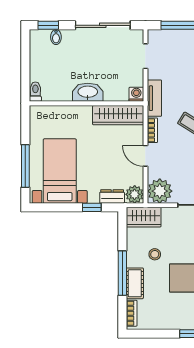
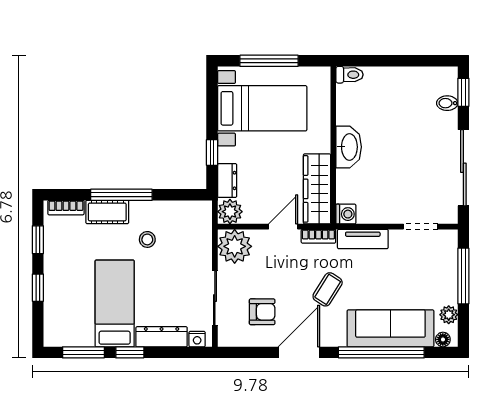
toilet: (35, 92) -> (349, 75), moved
washbasin: (88, 92) -> (349, 147), moved
washing machine: (136, 94) -> (346, 214), moved
wall: (86, 103) -> (333, 145), moved
wardrobe: (118, 115) -> (317, 189), moved
wardrobe: (144, 217) -> (198, 224), removed
window: (155, 334) -> (38, 240), added

